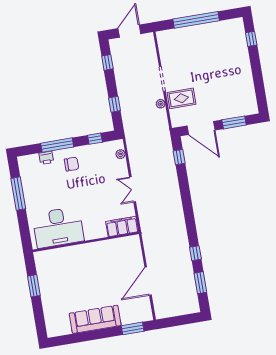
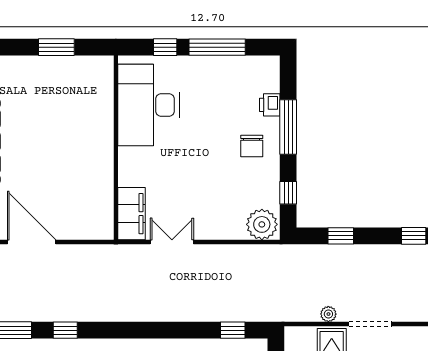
plant: (121, 154) -> (262, 224), width x1.87, depth x1.87
double door: (133, 189) -> (172, 242), moved
window: (23, 223) -> (165, 47), added

